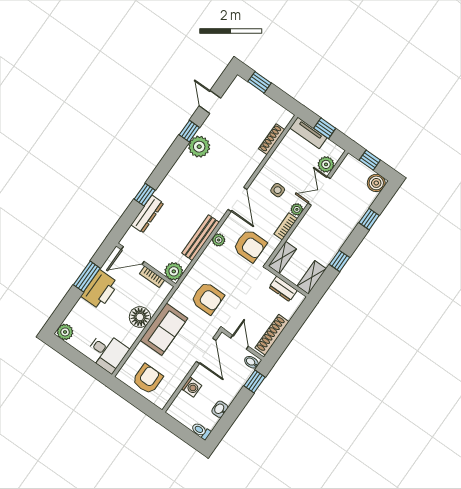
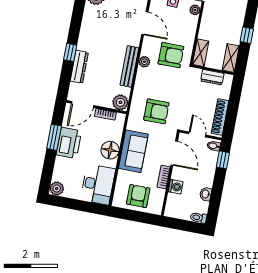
bookcase: (286, 226) -> (164, 177), moved
desk: (107, 352) -> (98, 184), width x1.37

